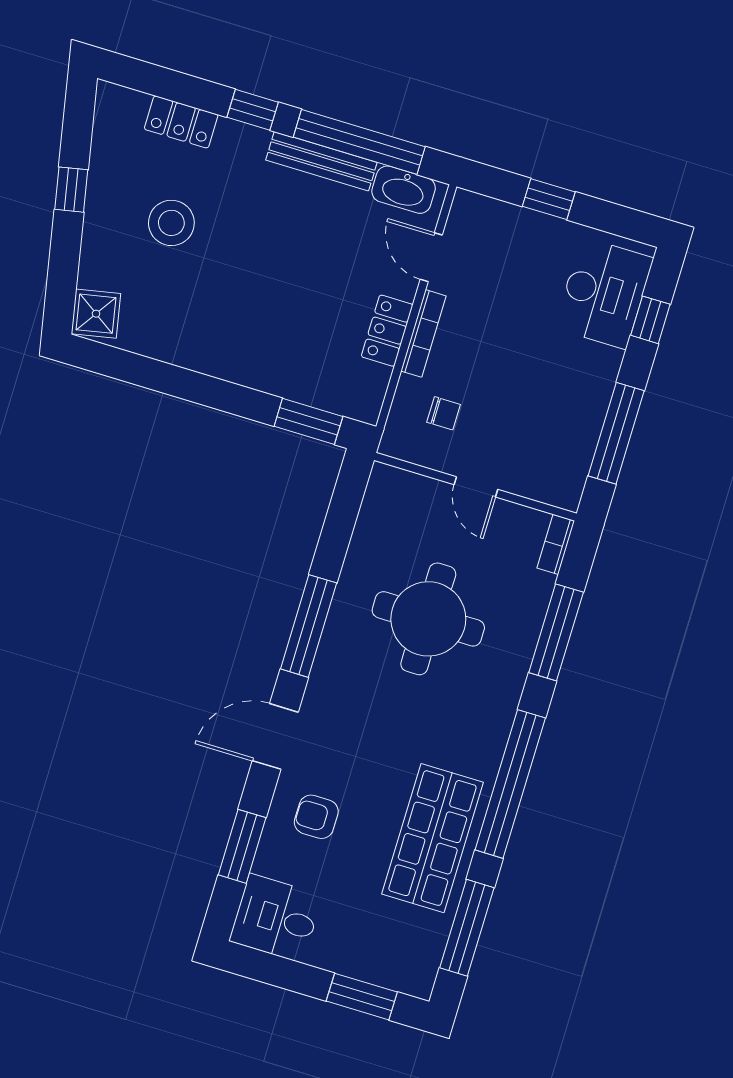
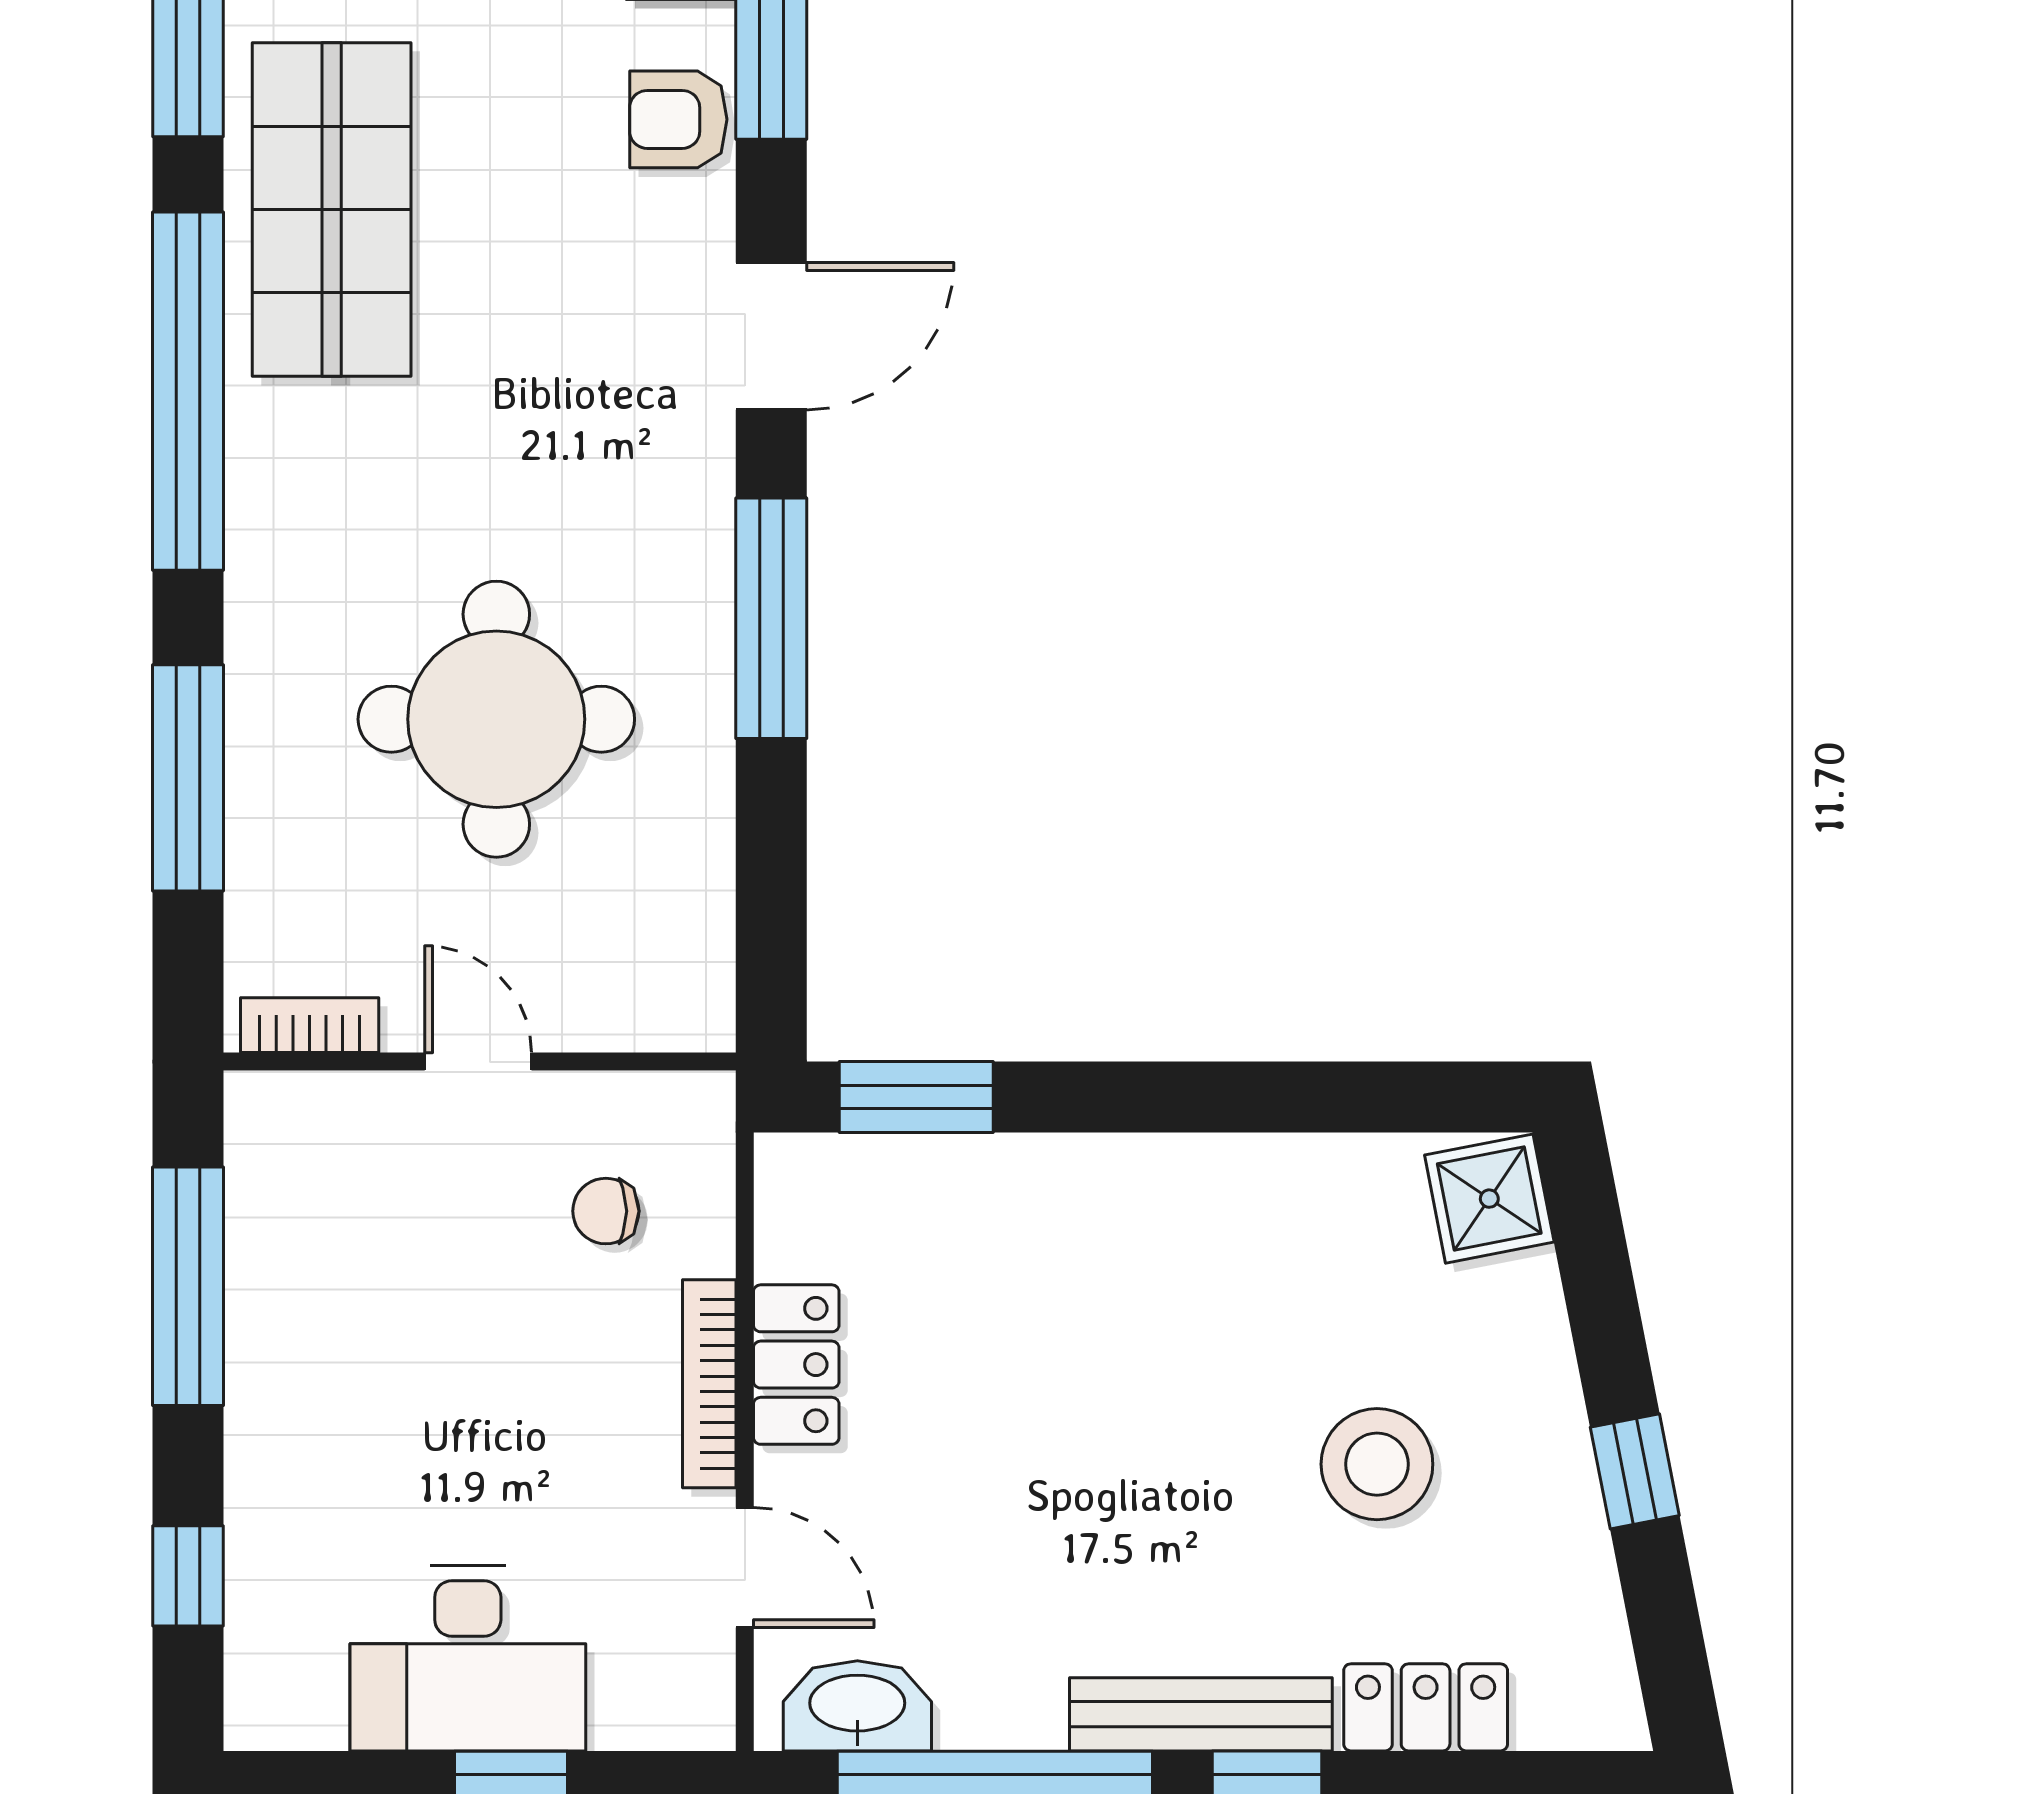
bench: (321, 161) -> (1201, 1714), moved
desk: (604, 293) -> (468, 1658), moved, turned -90
bookcase: (556, 544) -> (310, 1025), moved, turned -90
armchair: (316, 817) -> (678, 119), moved, turned 180

